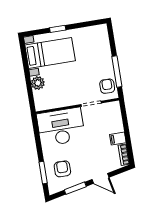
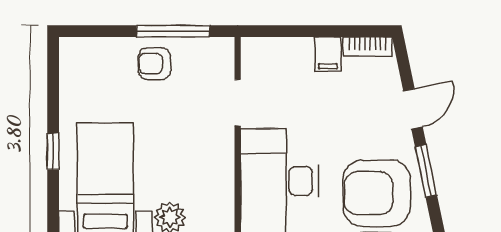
armchair: (107, 86) -> (154, 64), moved
armchair: (62, 169) -> (377, 193), width x1.88, depth x1.88

